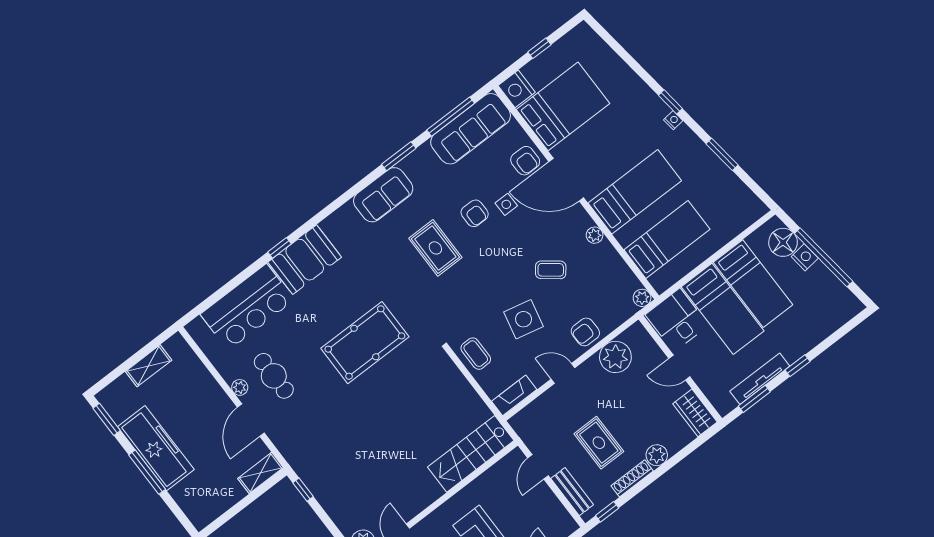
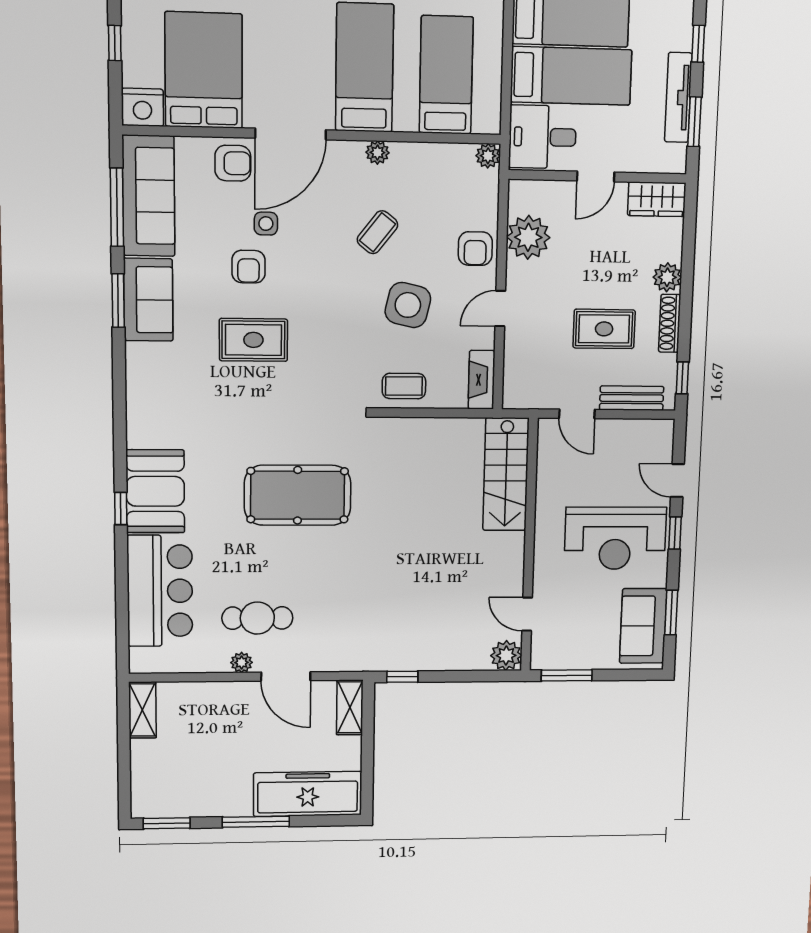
sofa: (383, 195) -> (148, 300), moved
armchair: (475, 213) -> (249, 267), turned 90
pool table: (365, 343) -> (298, 495), turned 90
shelving: (149, 366) -> (142, 710), moved
freezer: (156, 448) -> (308, 794), moved

